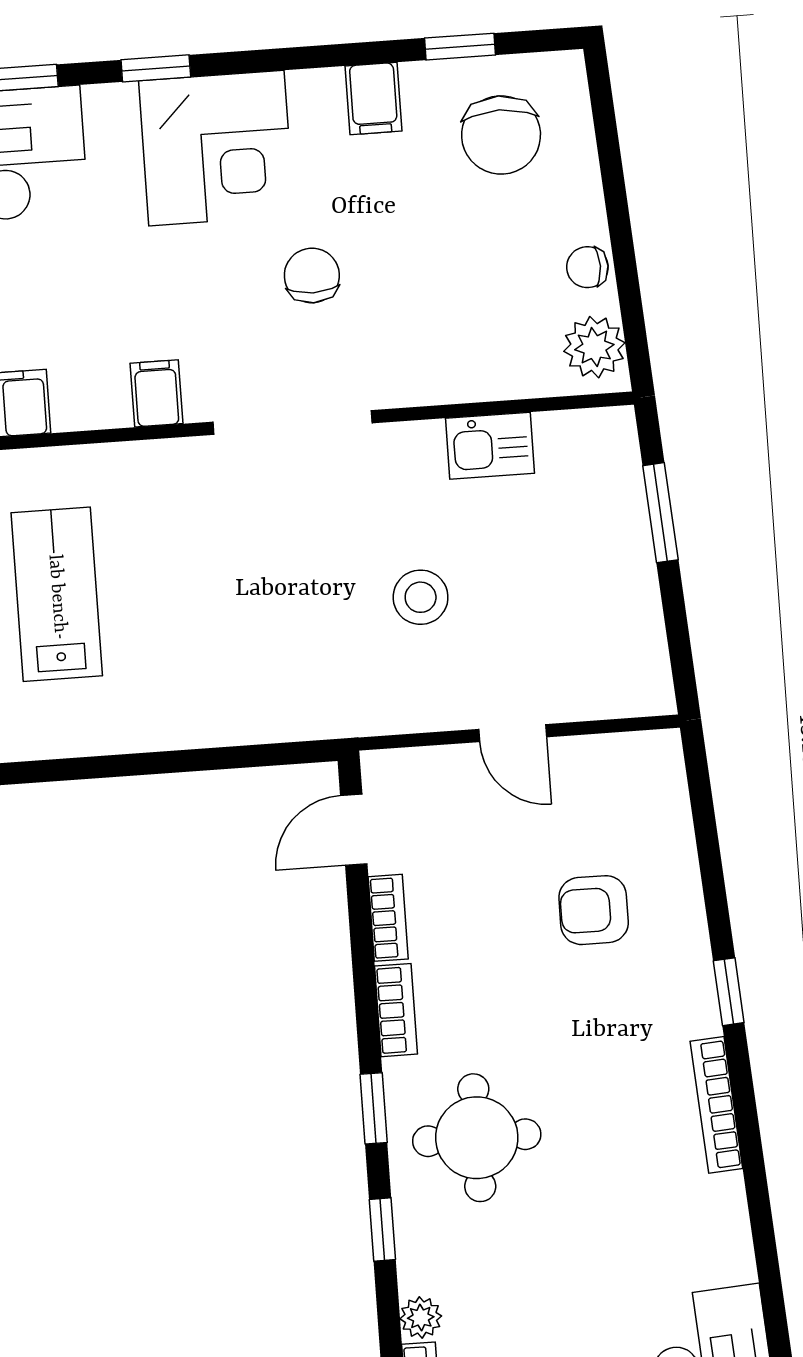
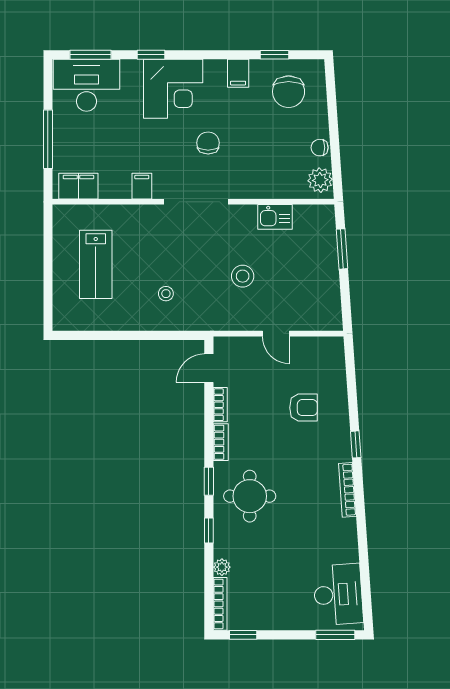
lab bench: (57, 594) -> (96, 264), turned 180
stool: (235, 654) -> (166, 294), added
armchair: (594, 910) -> (303, 408), turned 180

